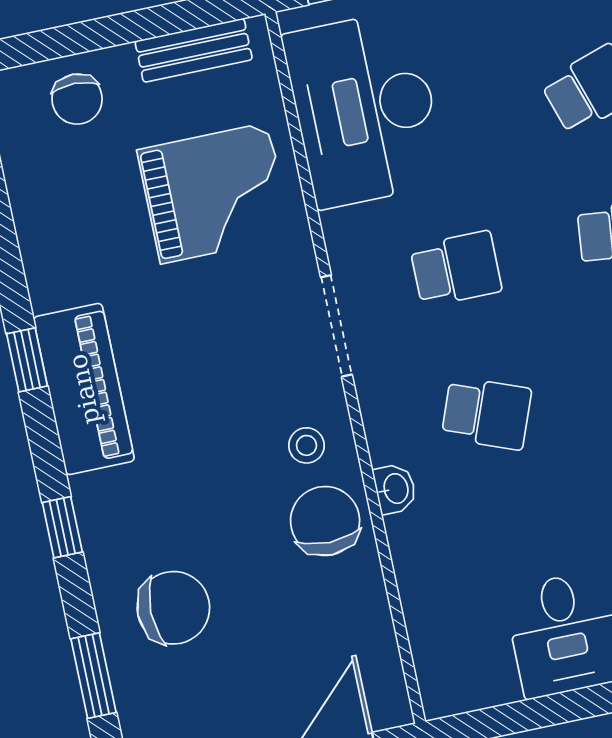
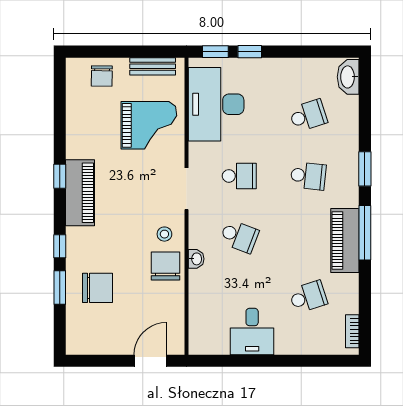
window: (94, 676) -> (60, 287), moved

